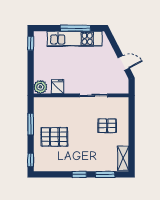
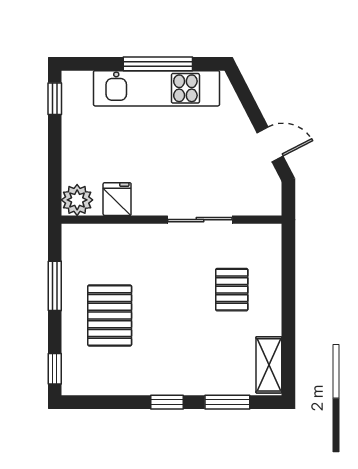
pallet: (107, 126) -> (232, 290), turned 90
pallet: (54, 137) -> (110, 315), turned 90

